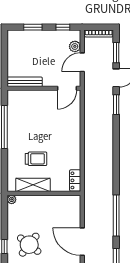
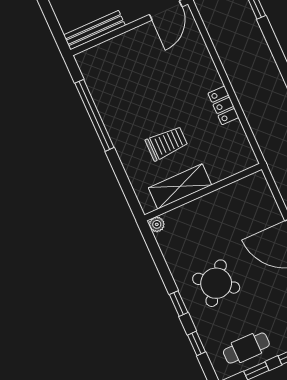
locker: (75, 180) -> (223, 105), moved

